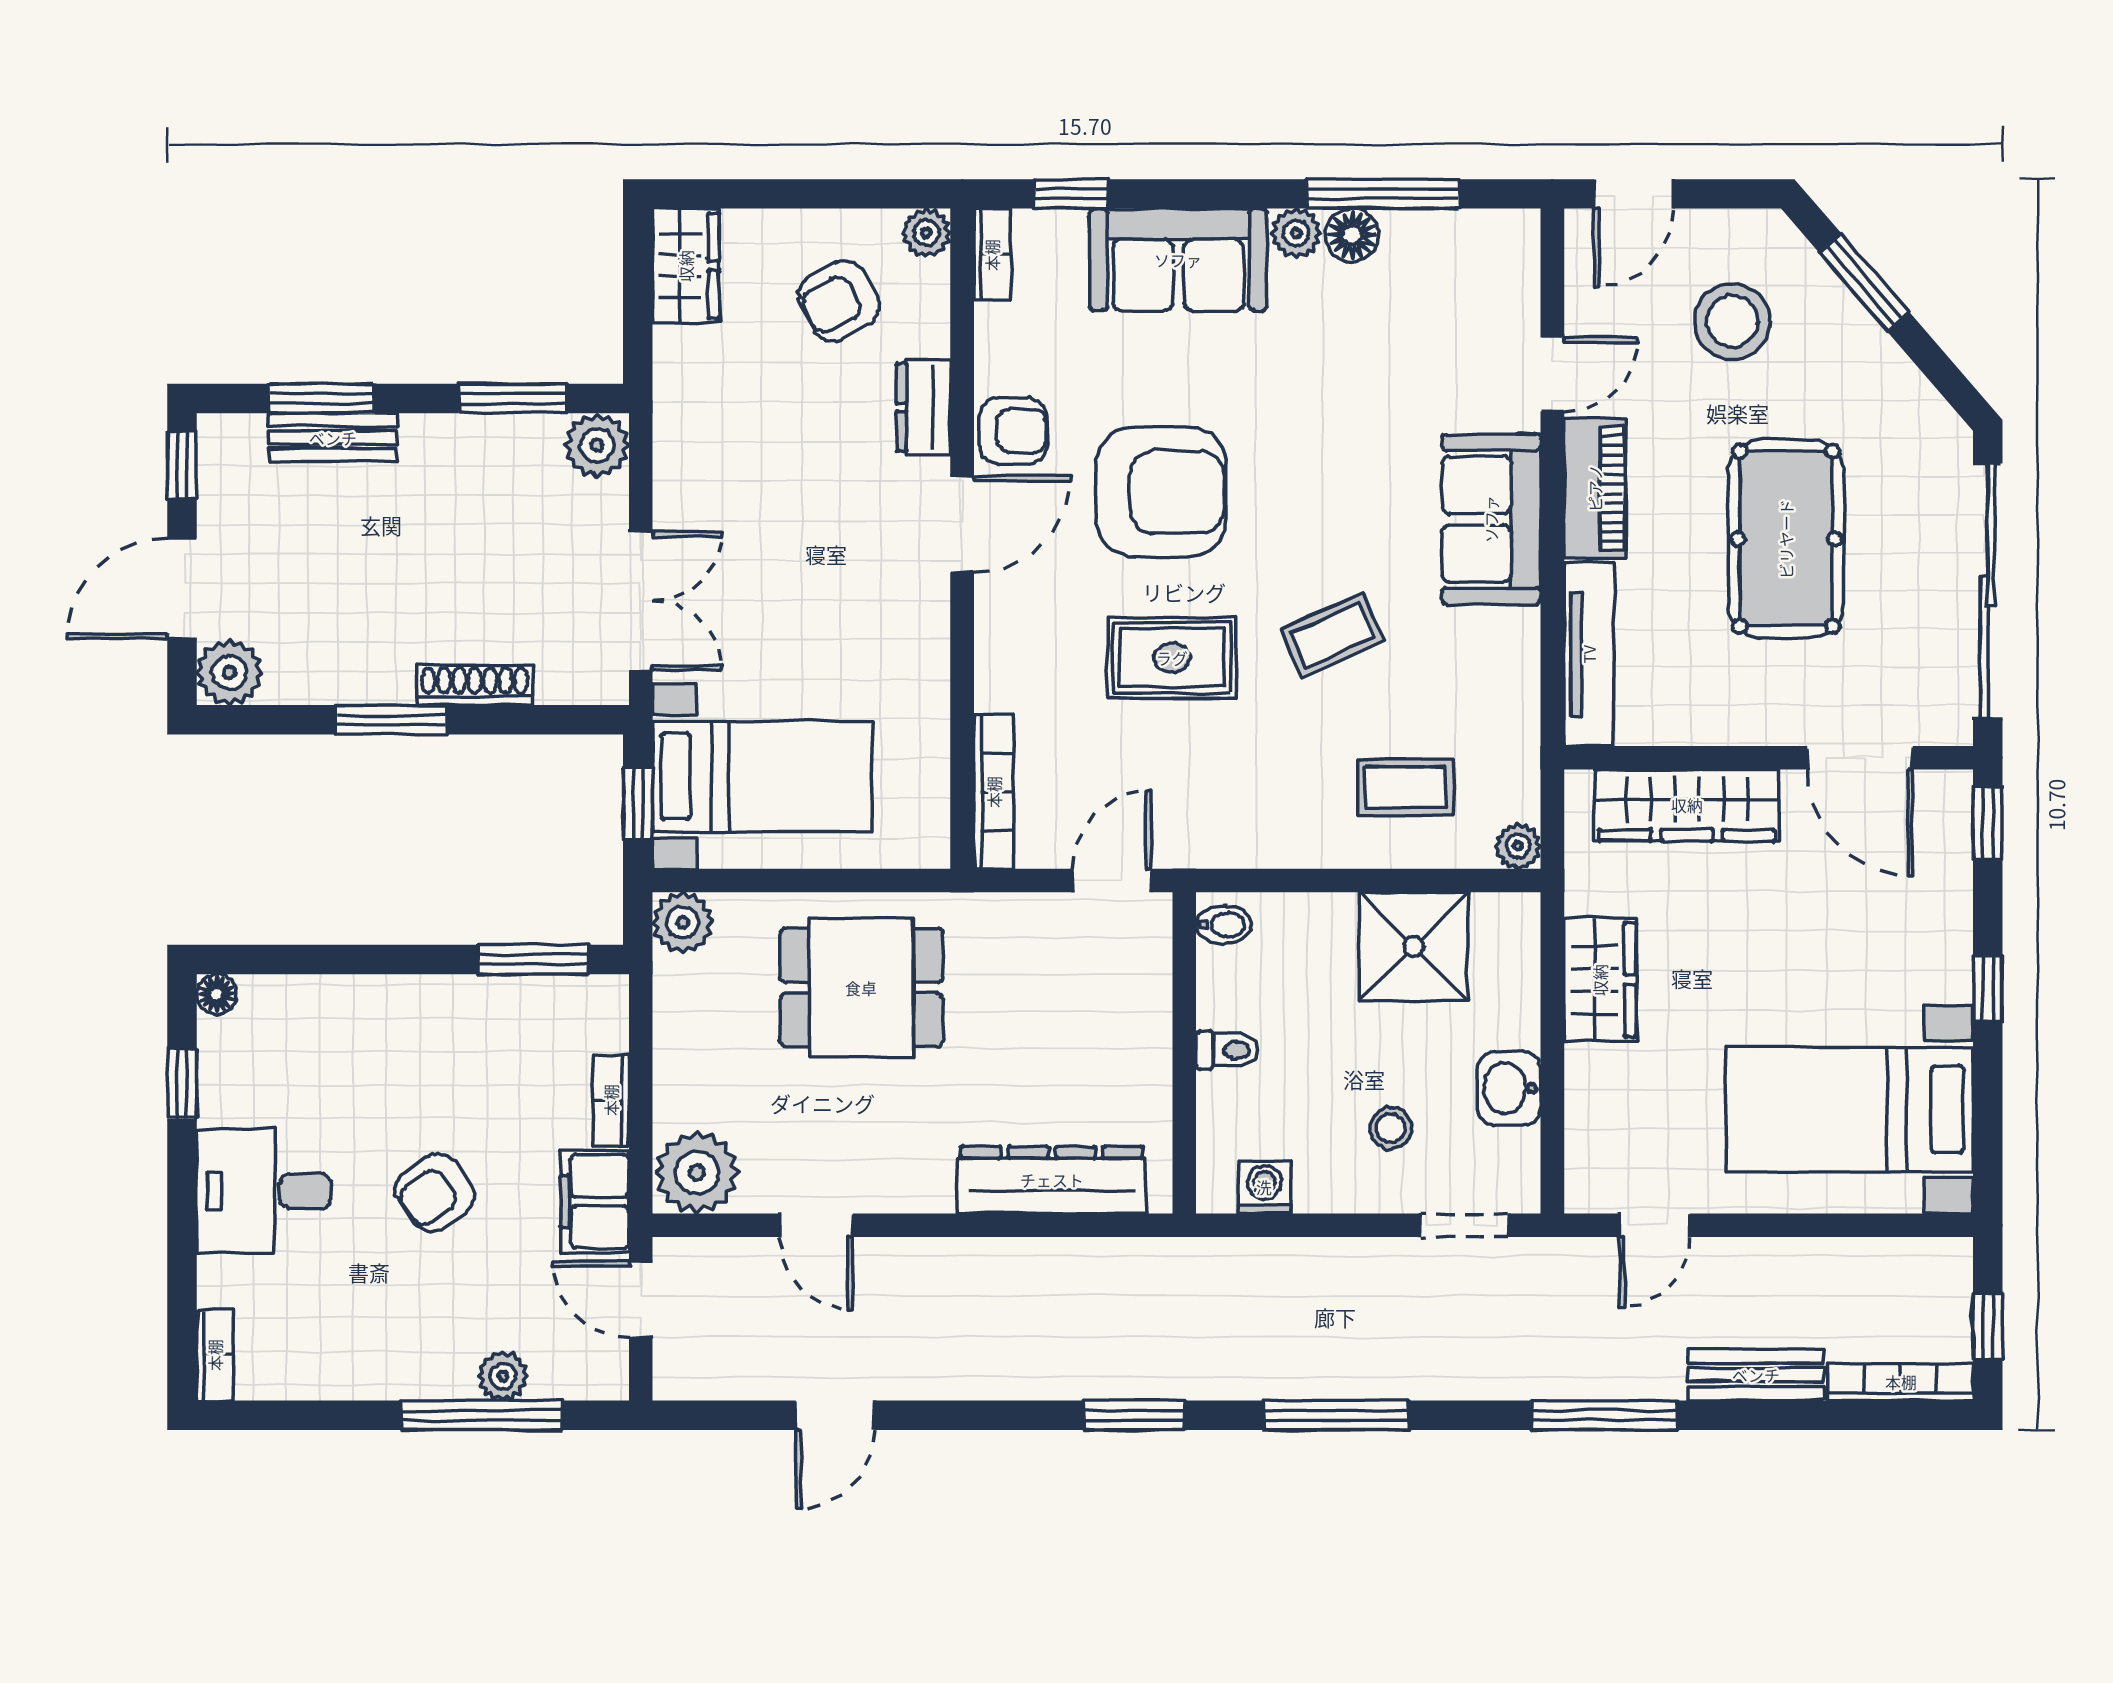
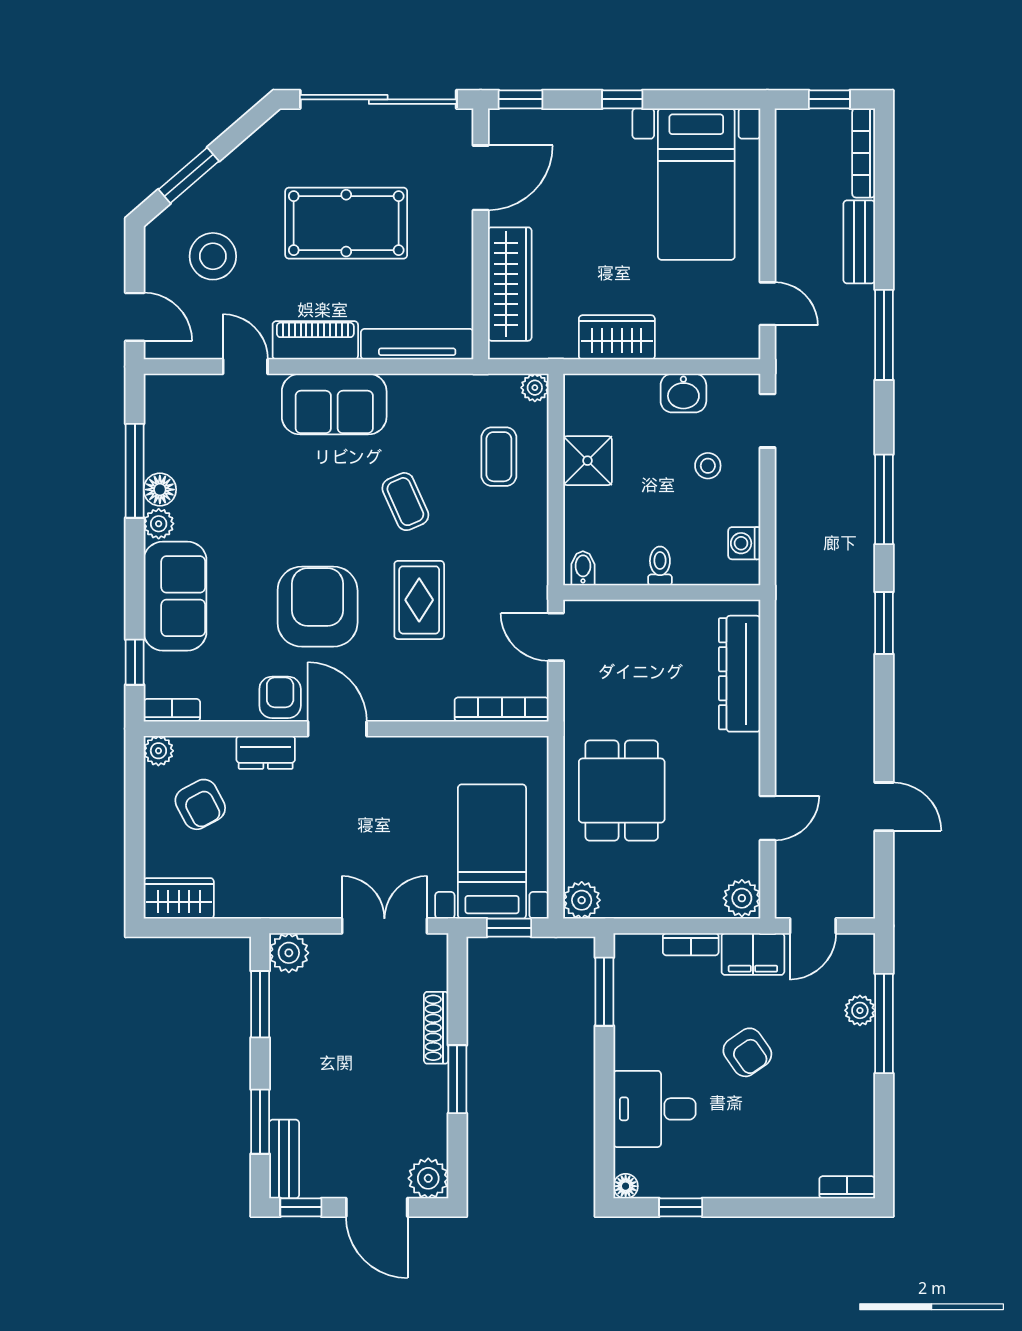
bench: (333, 438) -> (284, 1159), moved
shower: (1414, 946) -> (587, 461), width x0.73, depth x0.73
plant: (697, 1173) -> (742, 898), width x0.73, depth x0.73
desk: (264, 1191) -> (654, 1109), moved, turned 90

